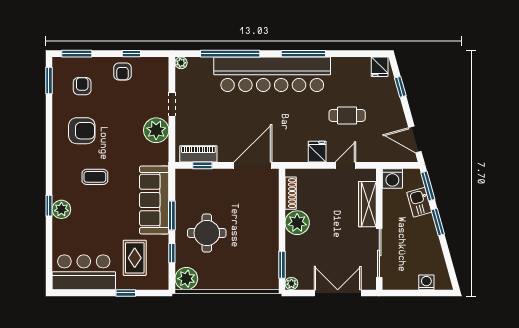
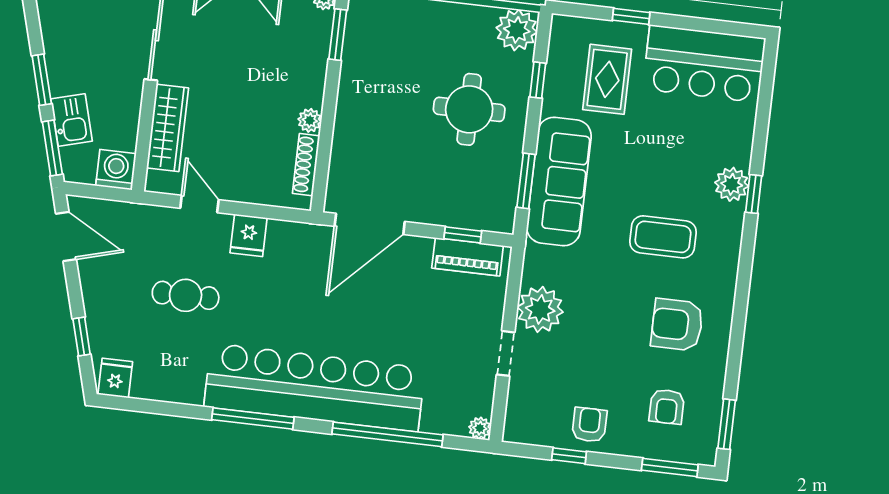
door: (345, 165) -> (199, 204), swing flipped
coffee table: (95, 177) -> (663, 237), width x1.36, depth x1.30
window: (172, 215) -> (526, 181), moved
plant: (297, 223) -> (310, 120), width x0.53, depth x0.53

